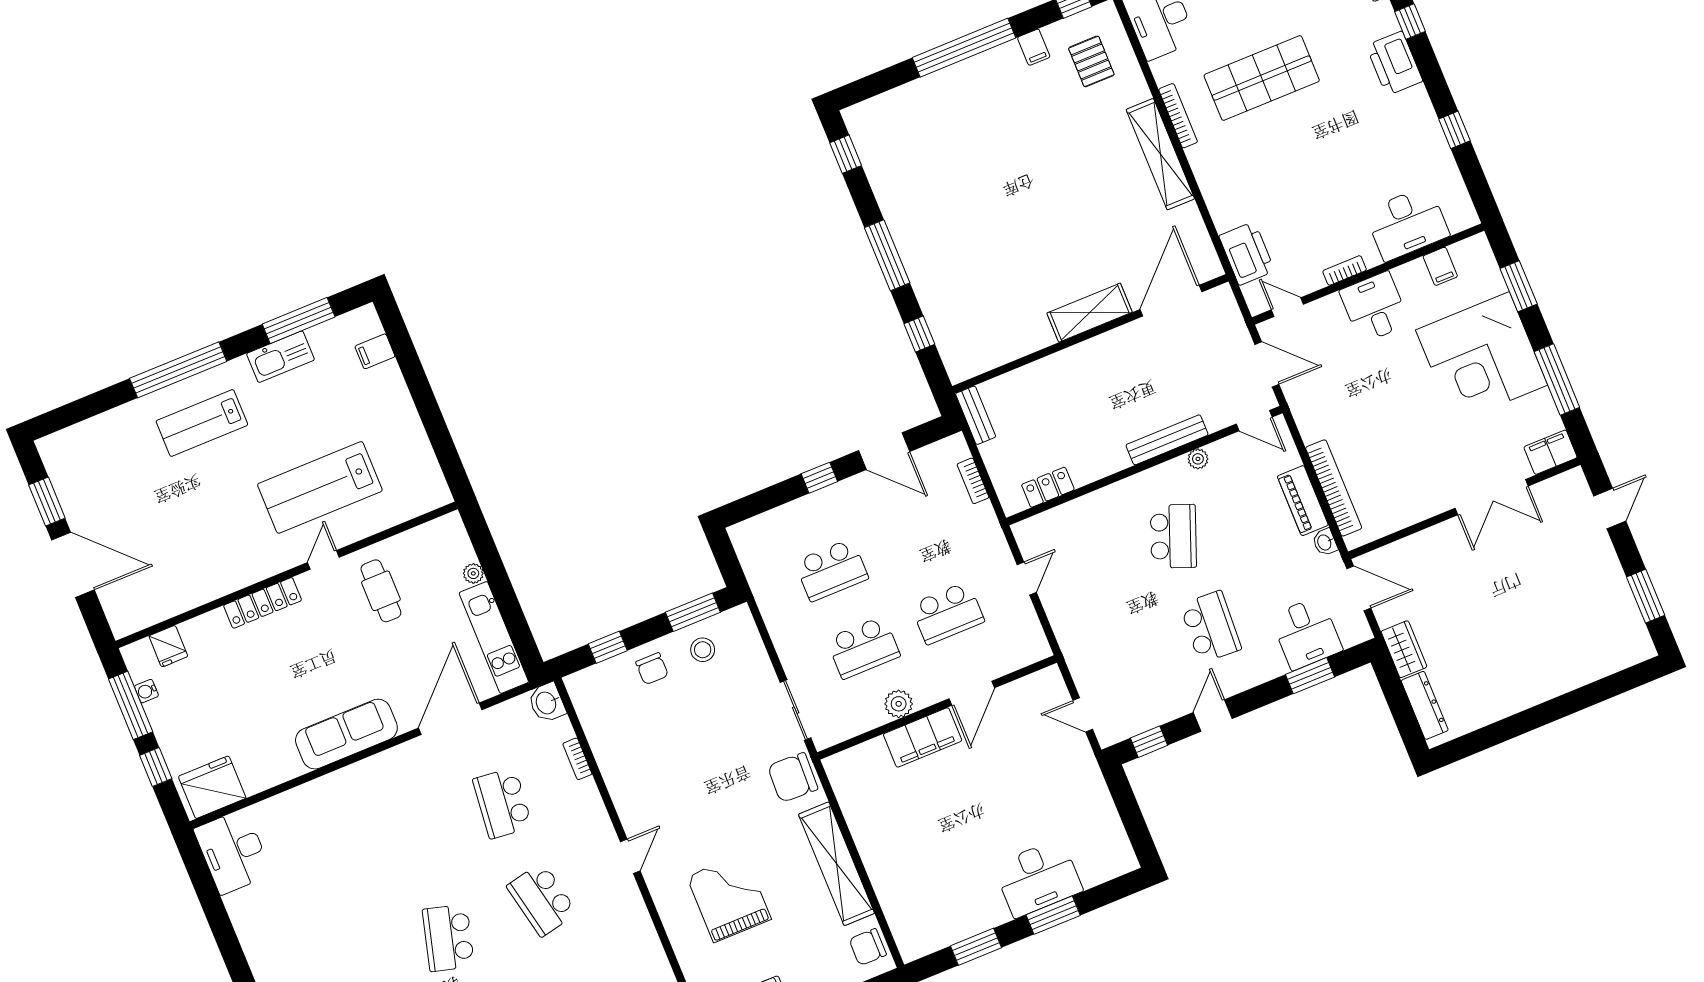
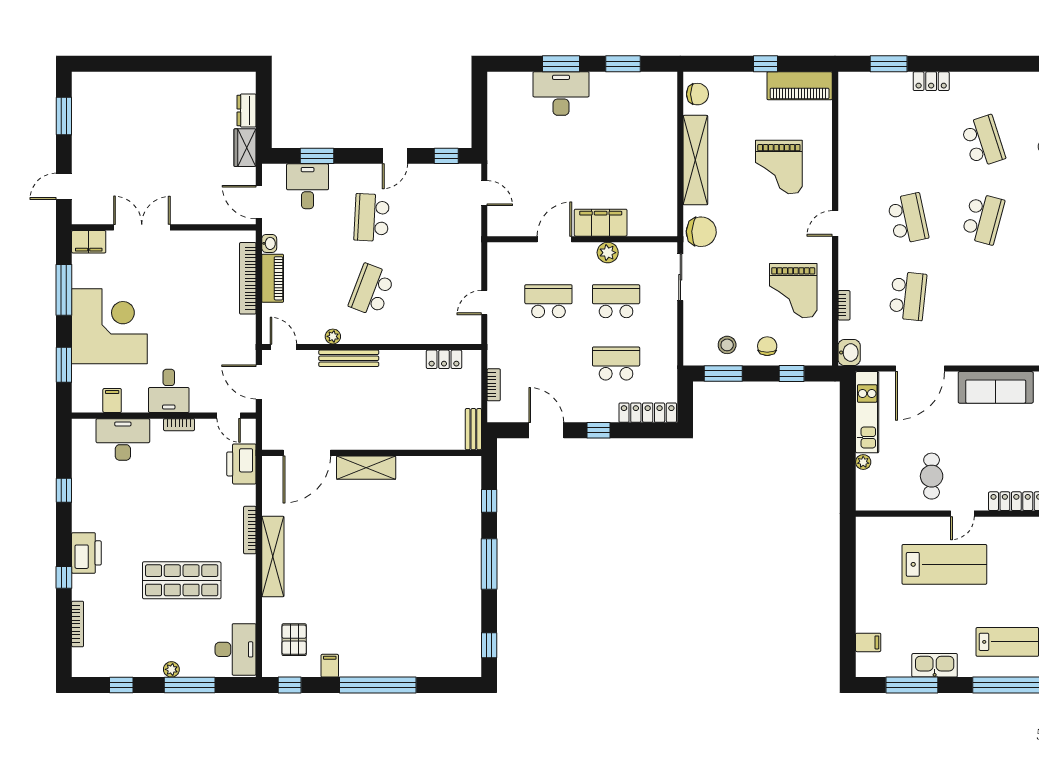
bookcase: (1178, 116) -> (250, 530), moved
locker: (767, 525) -> (648, 413), added
dresser: (1425, 705) -> (247, 110), width x0.70
grand piano: (648, 751) -> (793, 291), added

